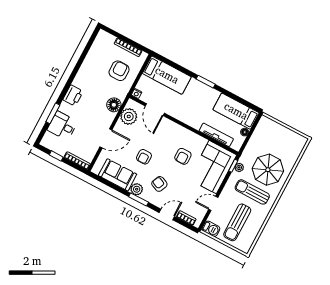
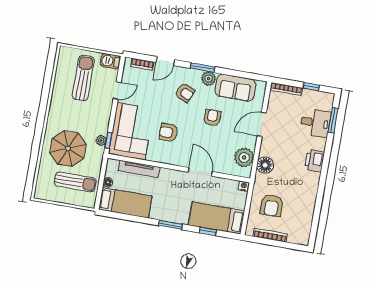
window: (177, 67) -> (208, 231), added
door: (155, 110) -> (200, 172), moved
window: (53, 113) -> (333, 120), moved
armchair: (183, 156) -> (169, 132), turned -90
sun lounger: (252, 192) -> (75, 182), moved

